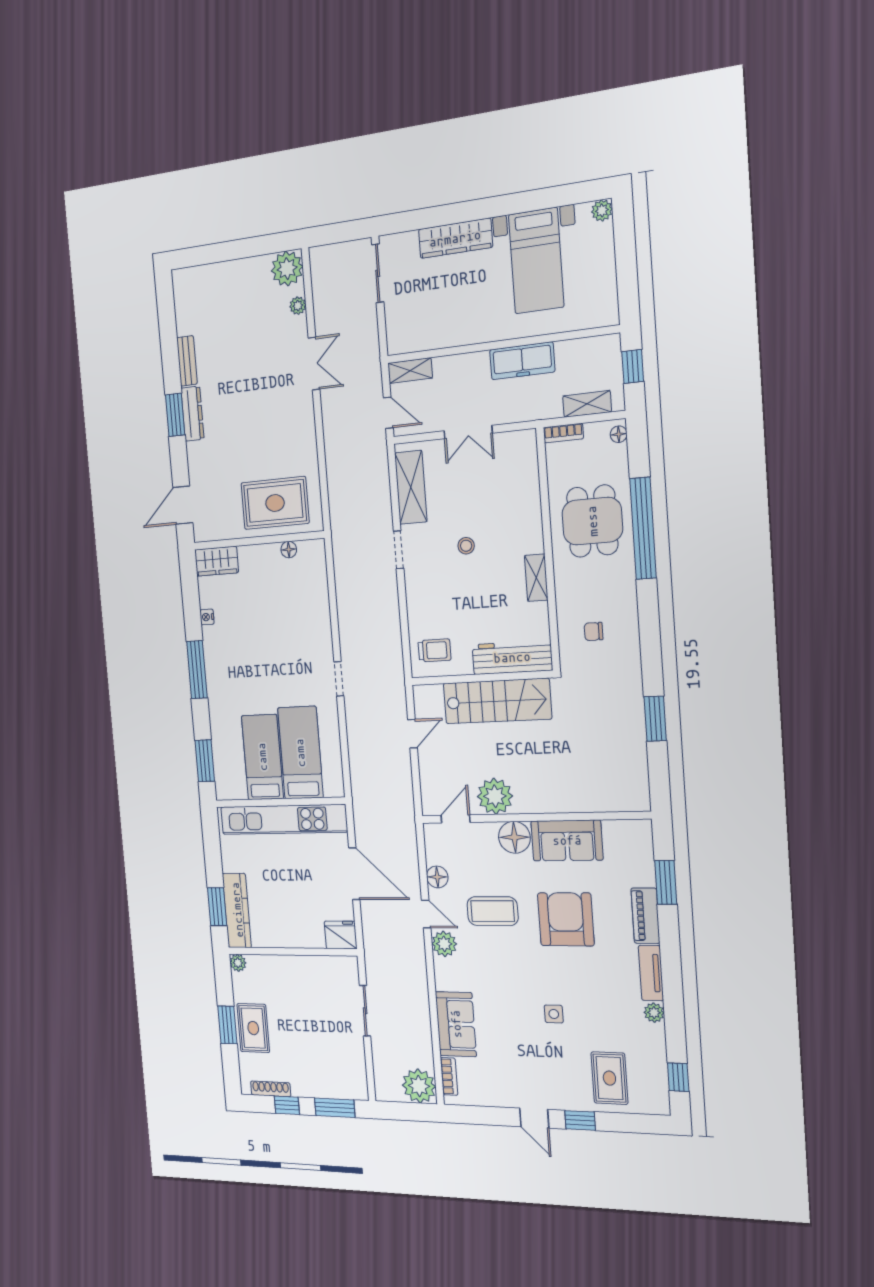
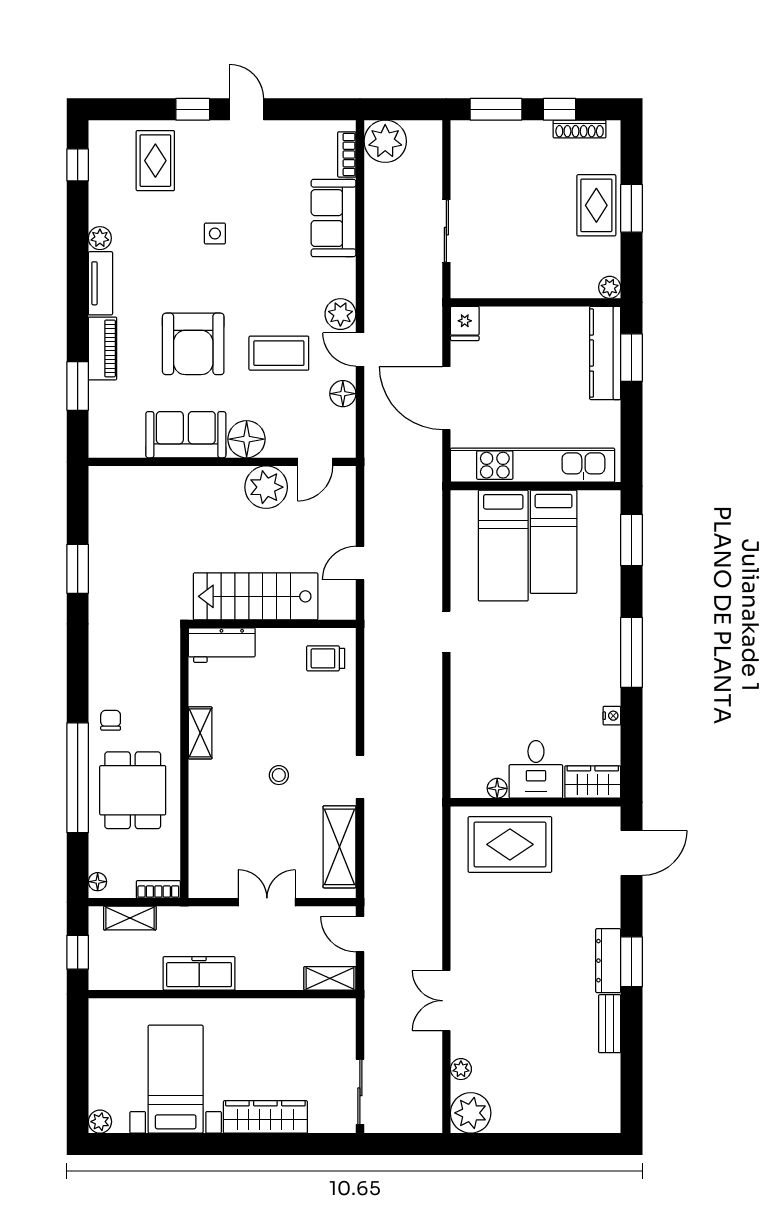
desk: (260, 568) -> (536, 769), added
chair: (594, 631) -> (111, 720), moved, turned -90
workbench: (512, 657) -> (222, 645), width x0.73
fridge: (341, 935) -> (465, 324), width x0.72

